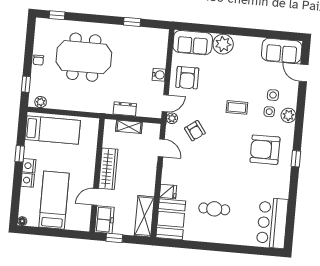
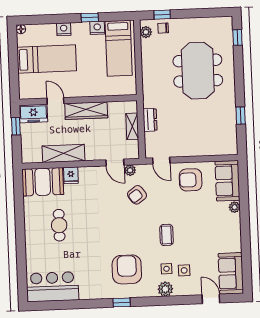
plant: (223, 44) -> (235, 207), width x0.53, depth x0.53
chair: (38, 60) -> (163, 28), moved
door: (304, 73) -> (211, 299), hinge flipped
water cooler: (159, 75) -> (190, 150), removed
plant: (172, 118) -> (130, 170), moved
door: (161, 148) -> (115, 162), hinge flipped
nightstand: (29, 166) -> (97, 28), moved
shelving: (144, 216) -> (64, 153), moved

